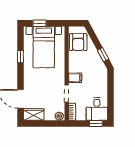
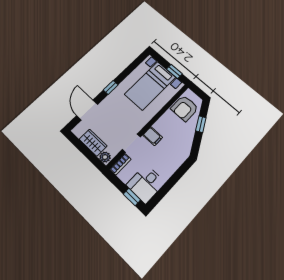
window: (39, 23) -> (174, 71), moved
window: (103, 55) -> (201, 124), moved
window: (21, 57) -> (111, 87), moved
wardrobe: (34, 115) -> (93, 143), moved

